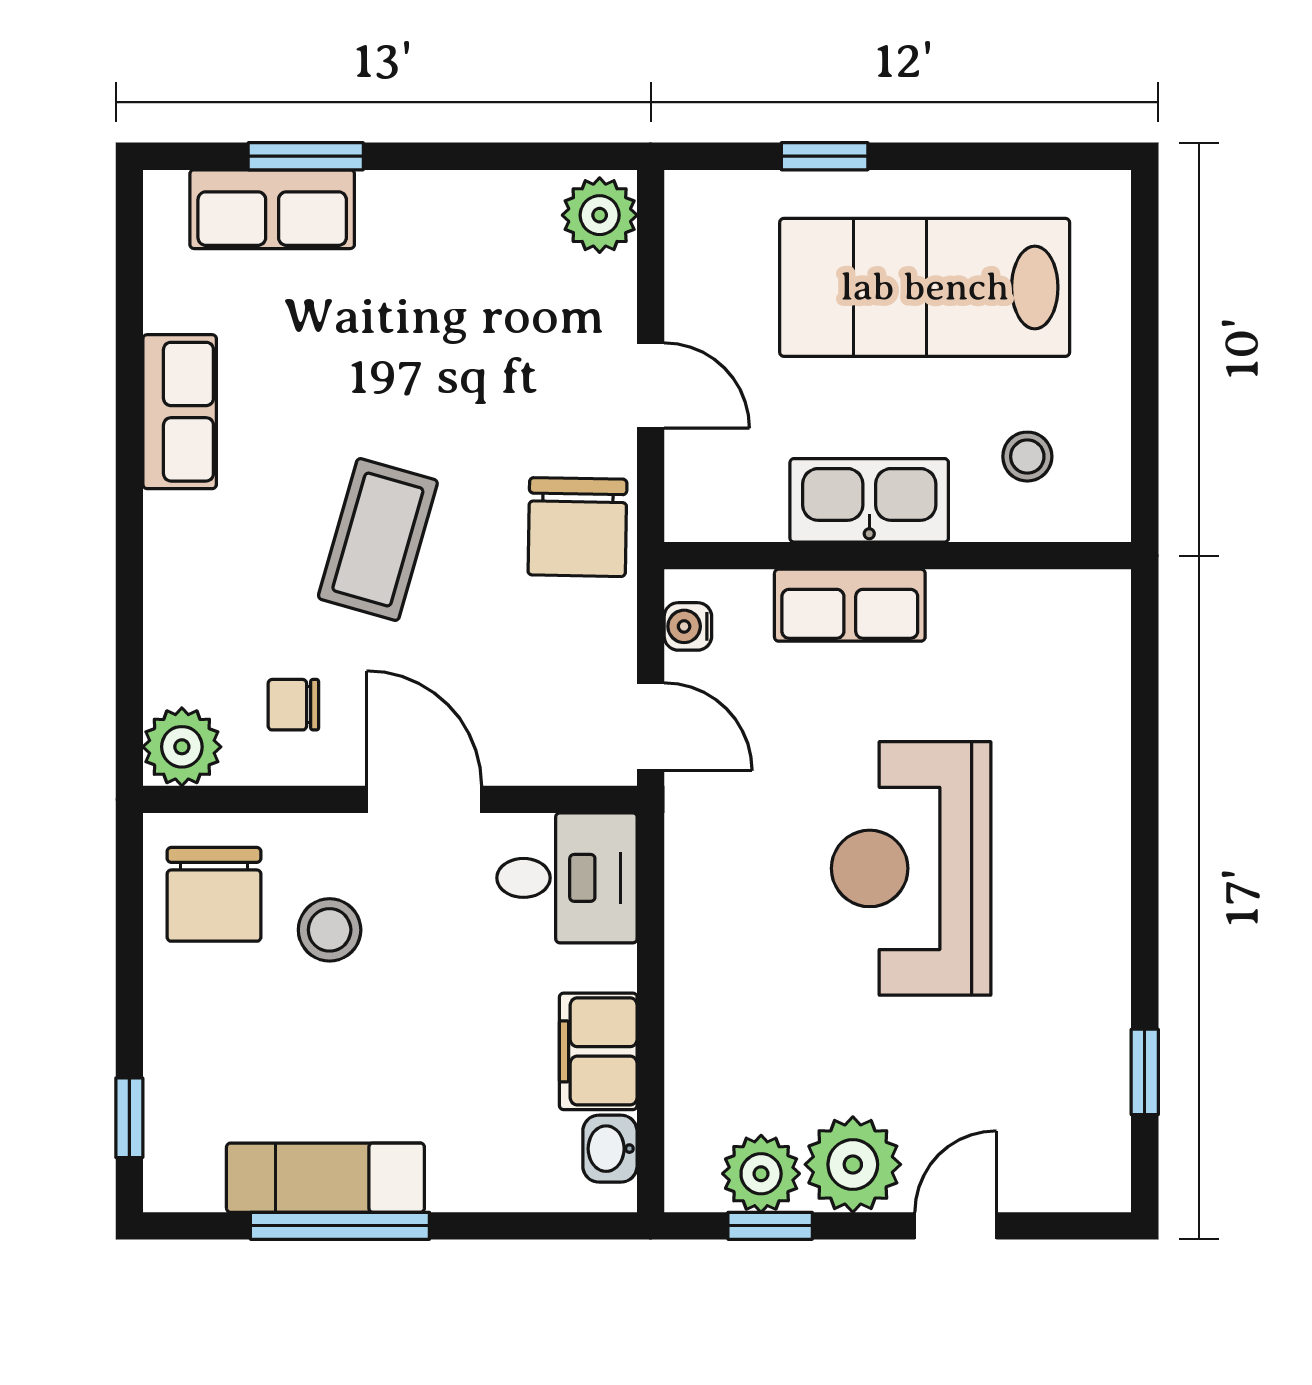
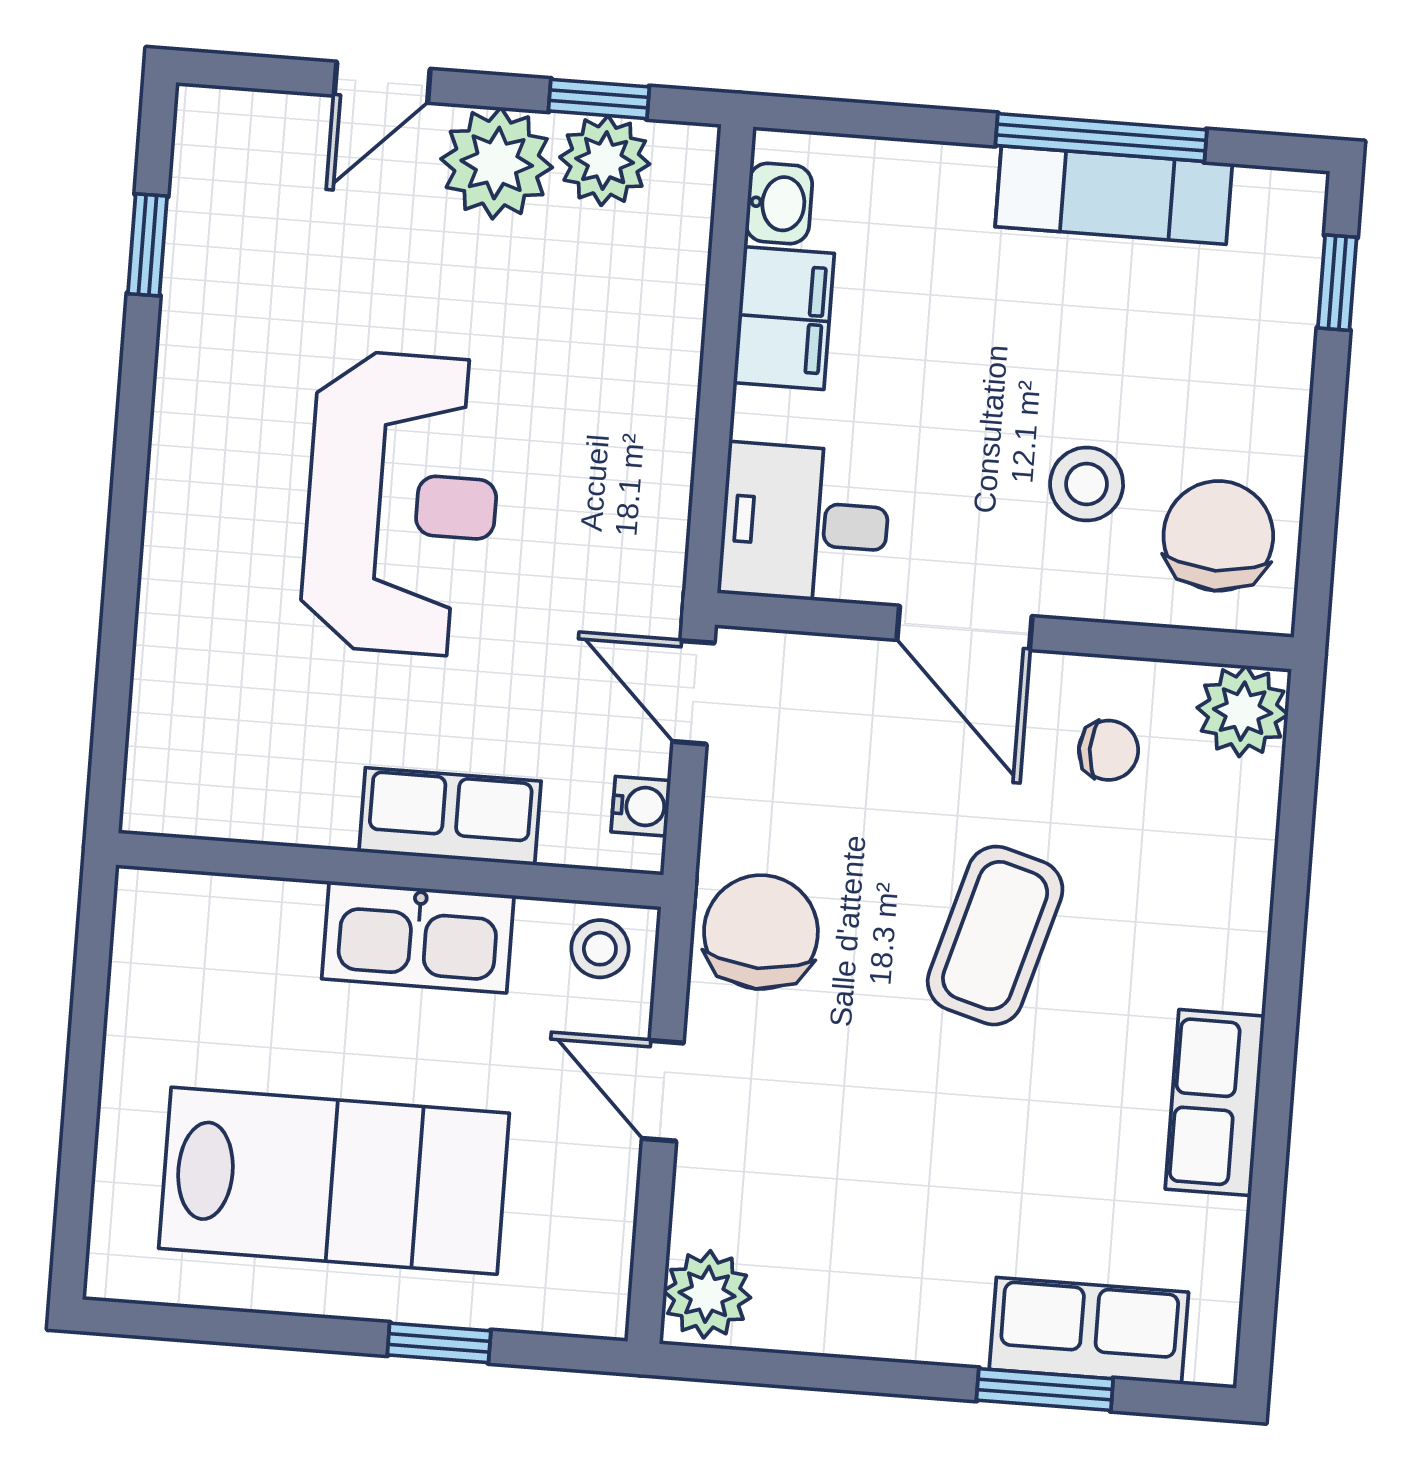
stool: (1027, 457) -> (600, 949), moved

